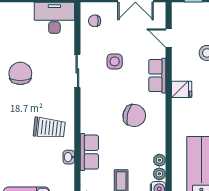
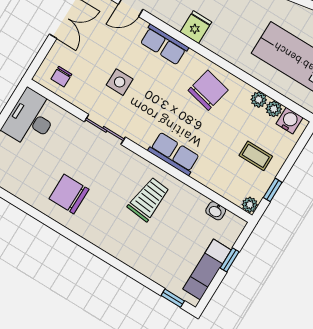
chair: (134, 116) -> (208, 90), moved
row of seats: (89, 152) -> (174, 154), moved
washbasin: (69, 157) -> (216, 211), moved

